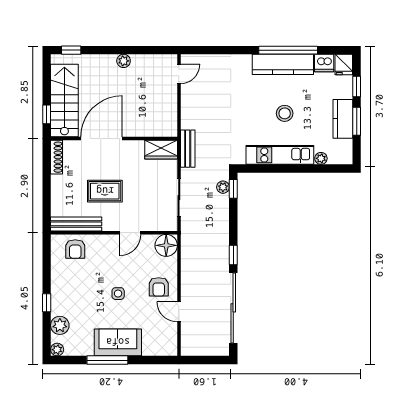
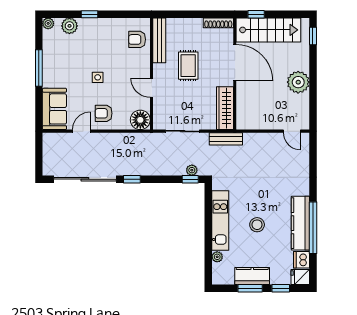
plant: (124, 61) -> (298, 82), width x1.87, depth x1.87
wardrobe: (161, 150) -> (225, 108), width x1.50
sofa: (118, 342) -> (54, 109), moved

